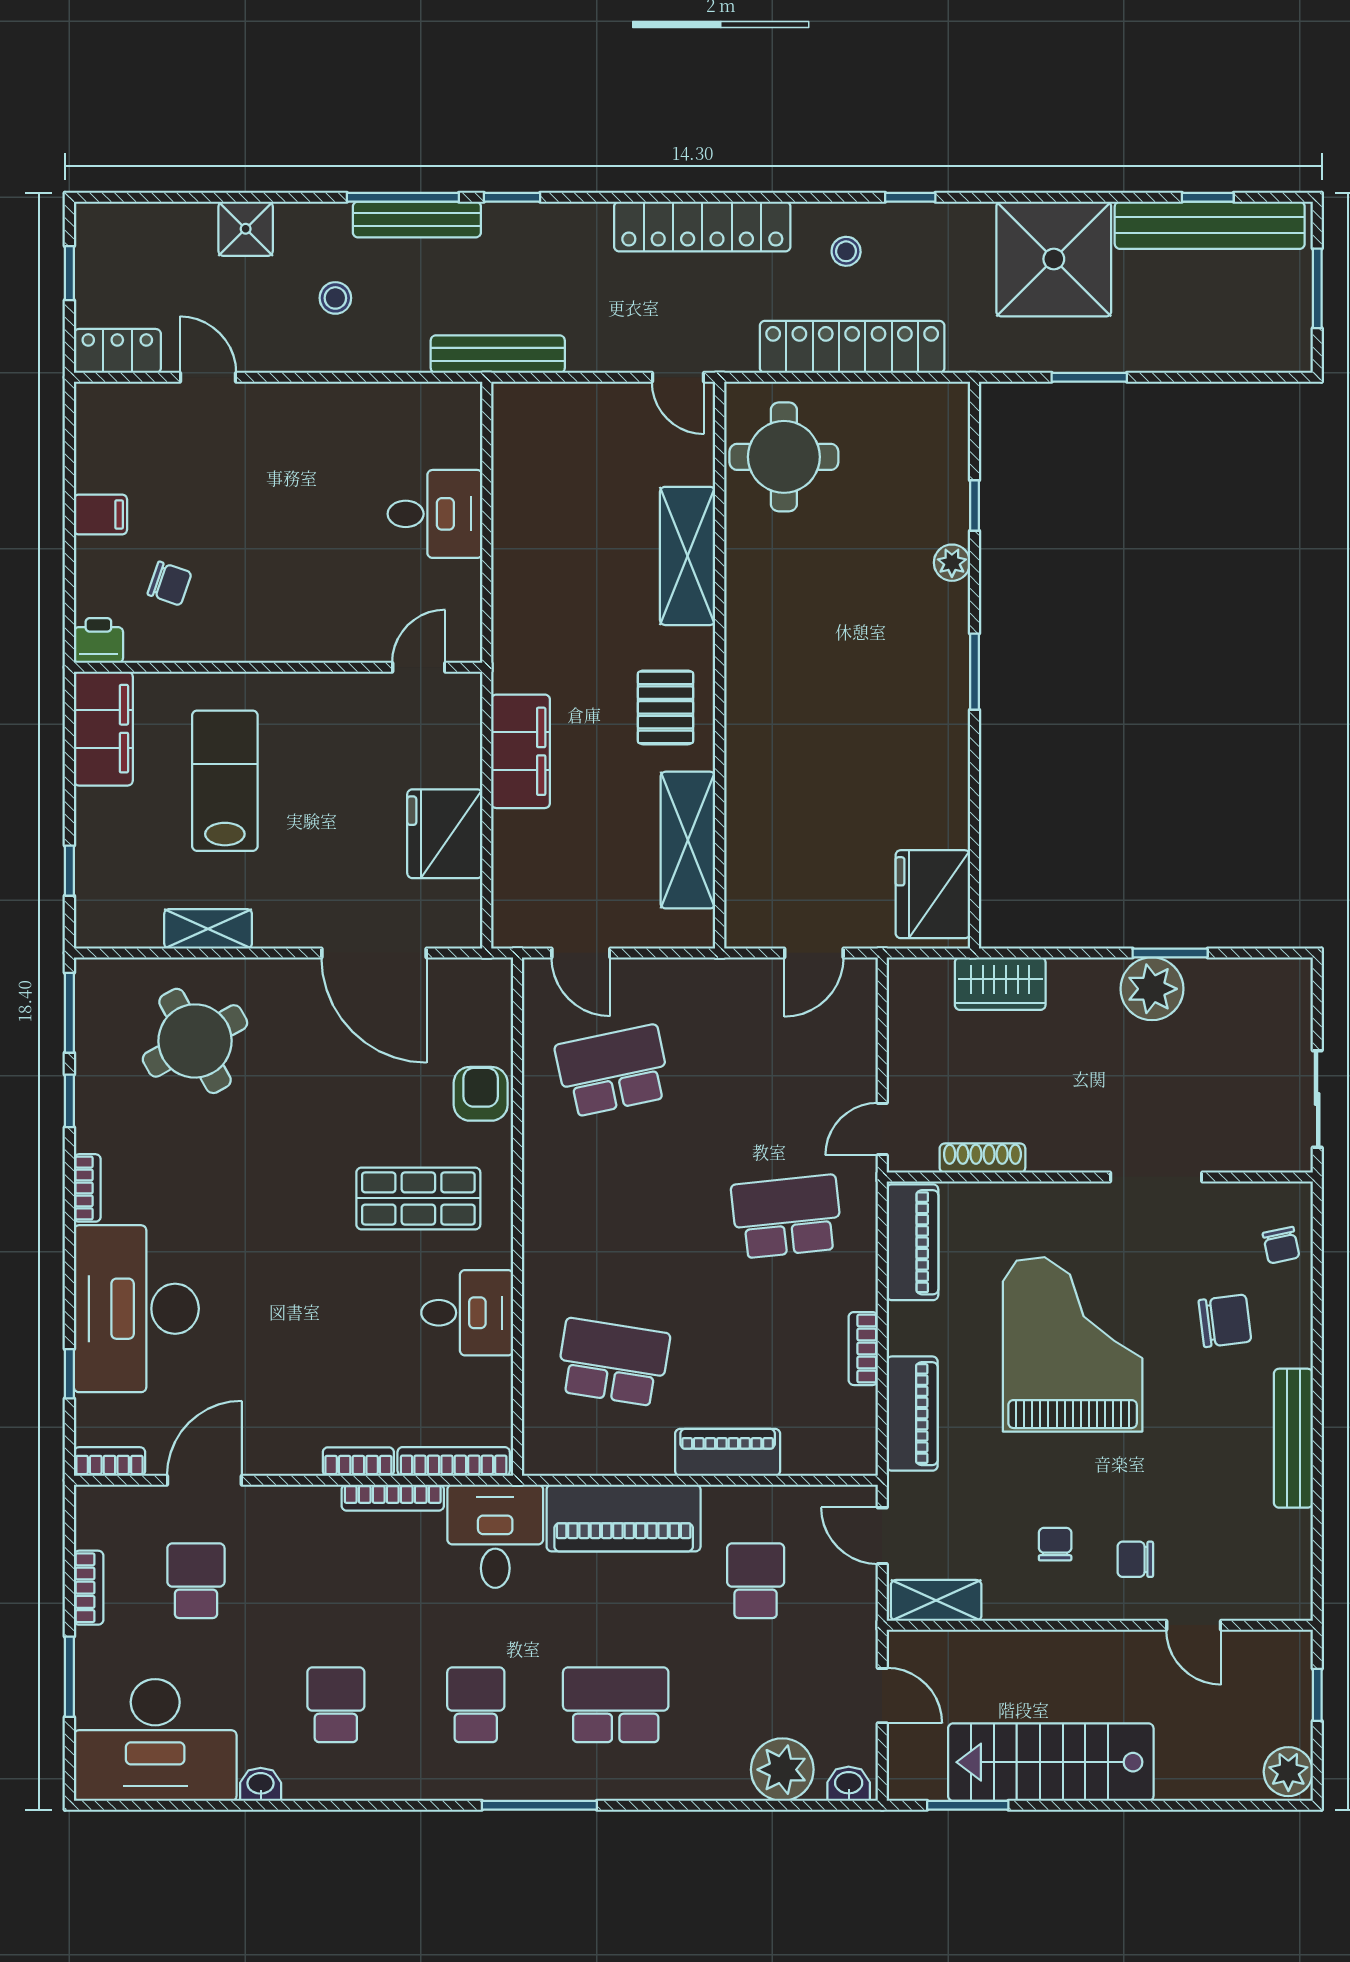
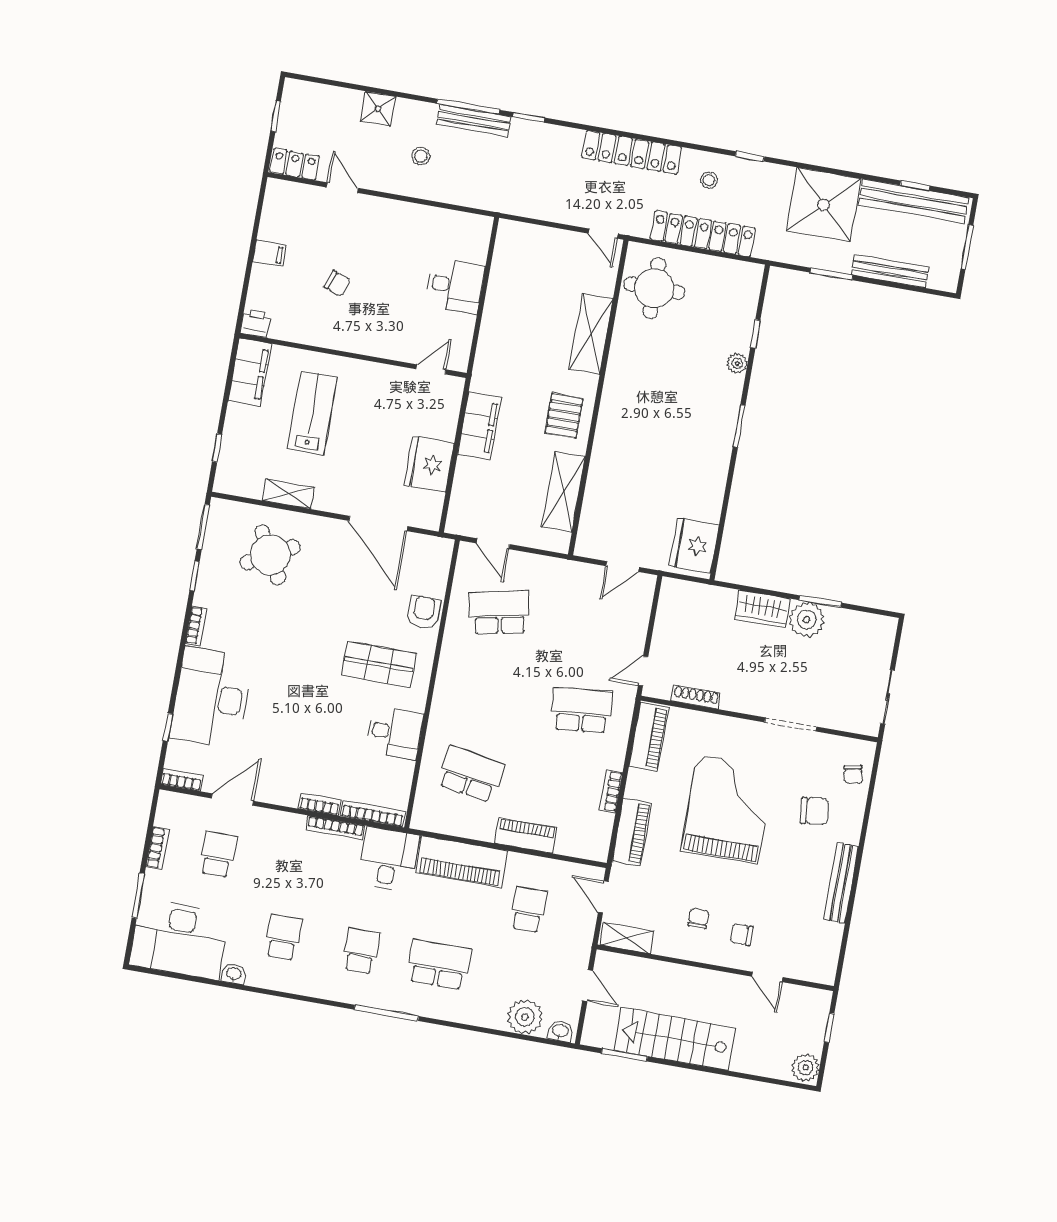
bench: (498, 354) -> (890, 271), moved
chair: (170, 584) -> (337, 283), moved
wardrobe: (1000, 984) -> (762, 609), moved

